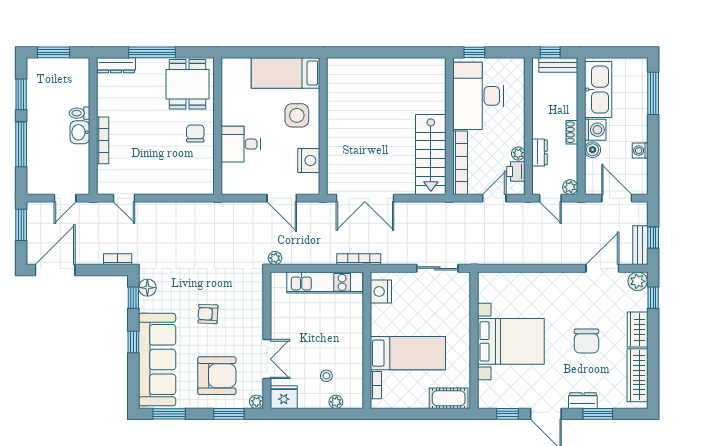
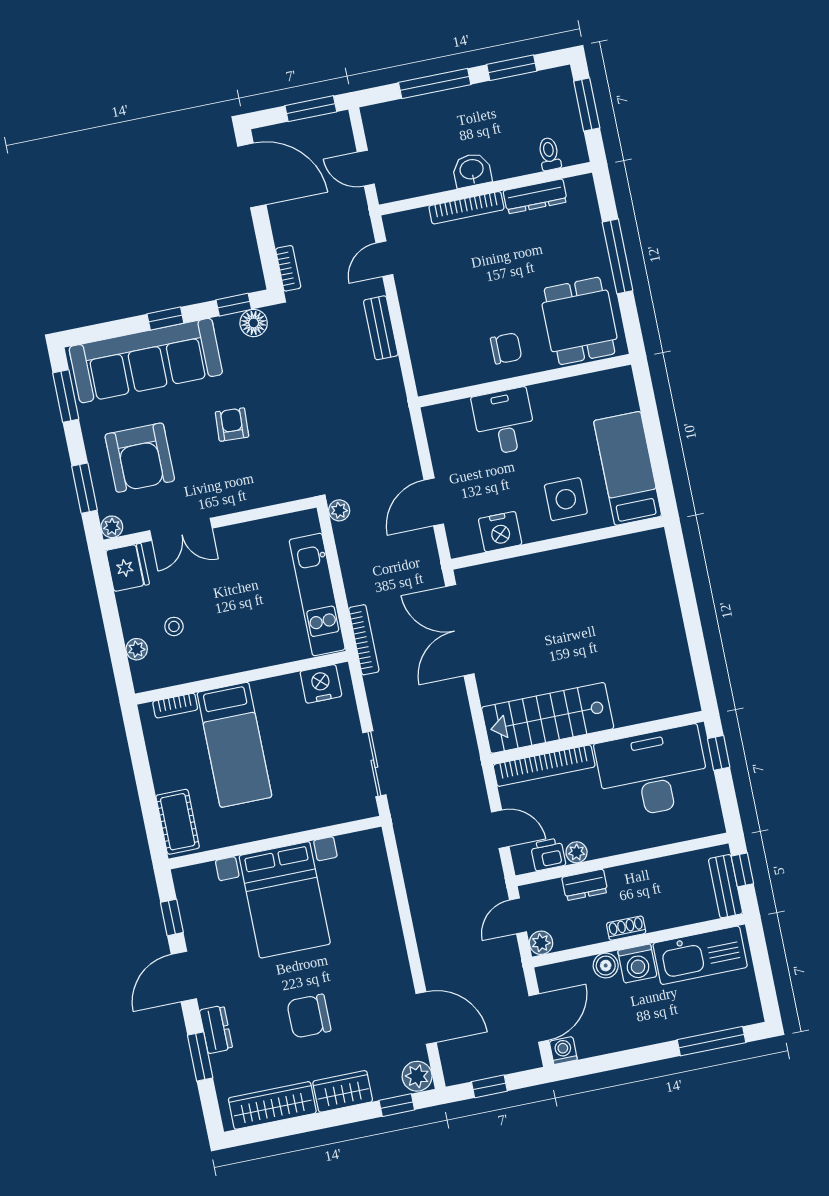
dresser: (116, 65) -> (535, 196), moved, turned -90
dining table: (187, 84) -> (580, 321), turned 90
toilet: (79, 113) -> (549, 154), moved
washing machine: (640, 151) -> (563, 1051), moved
bench: (640, 245) -> (381, 328), moved, turned 90

